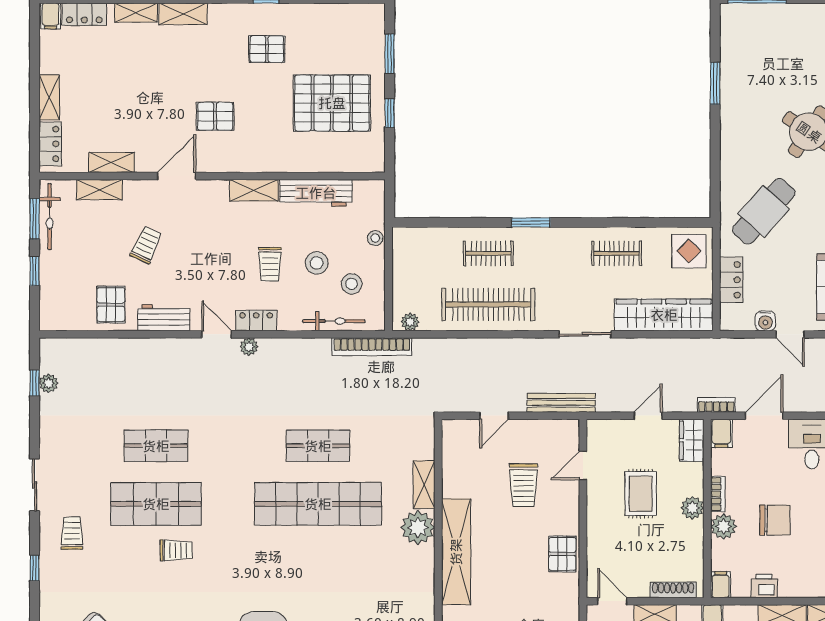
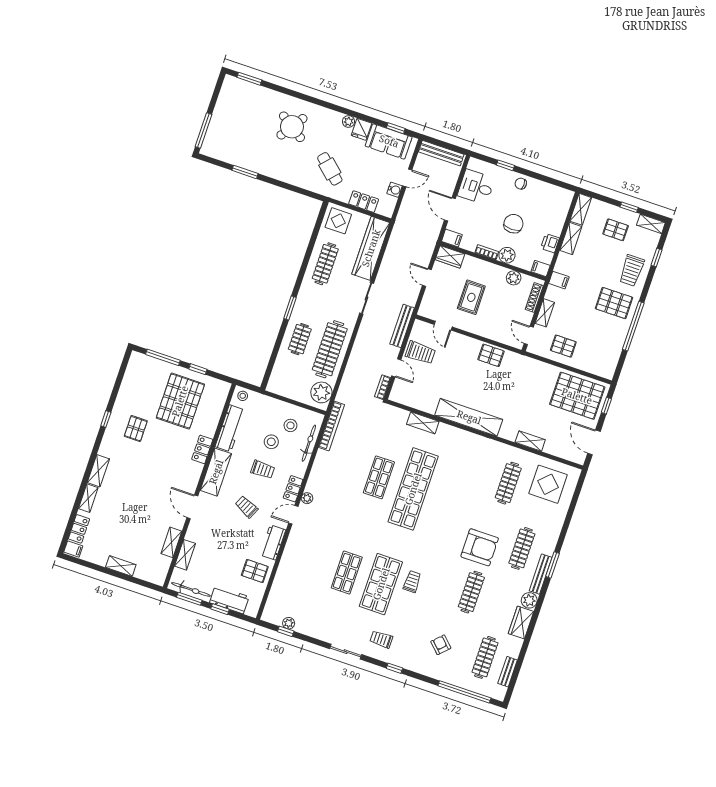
window: (390, 54) -> (163, 357), width x1.44
pallet: (215, 116) -> (165, 472), removed
locker: (50, 144) -> (202, 449), moved, turned -90
shelving: (254, 190) -> (216, 472), width x1.50, depth x1.33
cafe table: (764, 211) -> (330, 169), width x0.73, depth x0.74
stool: (375, 238) -> (243, 396), moved
trolley: (146, 245) -> (247, 507), moved
clothes rail: (617, 253) -> (325, 264), width x1.36
workbench: (54, 280) -> (229, 600), added
plant: (410, 322) -> (321, 392), width x1.88, depth x1.88
bookcase: (716, 405) -> (383, 387), moved
trolley: (523, 485) -> (420, 353), moved
rug: (641, 494) -> (471, 297), turned 90
plant: (692, 508) -> (514, 278), moved
plant: (418, 528) -> (447, 435), removed
door: (612, 601) -> (529, 335), hinge flipped

